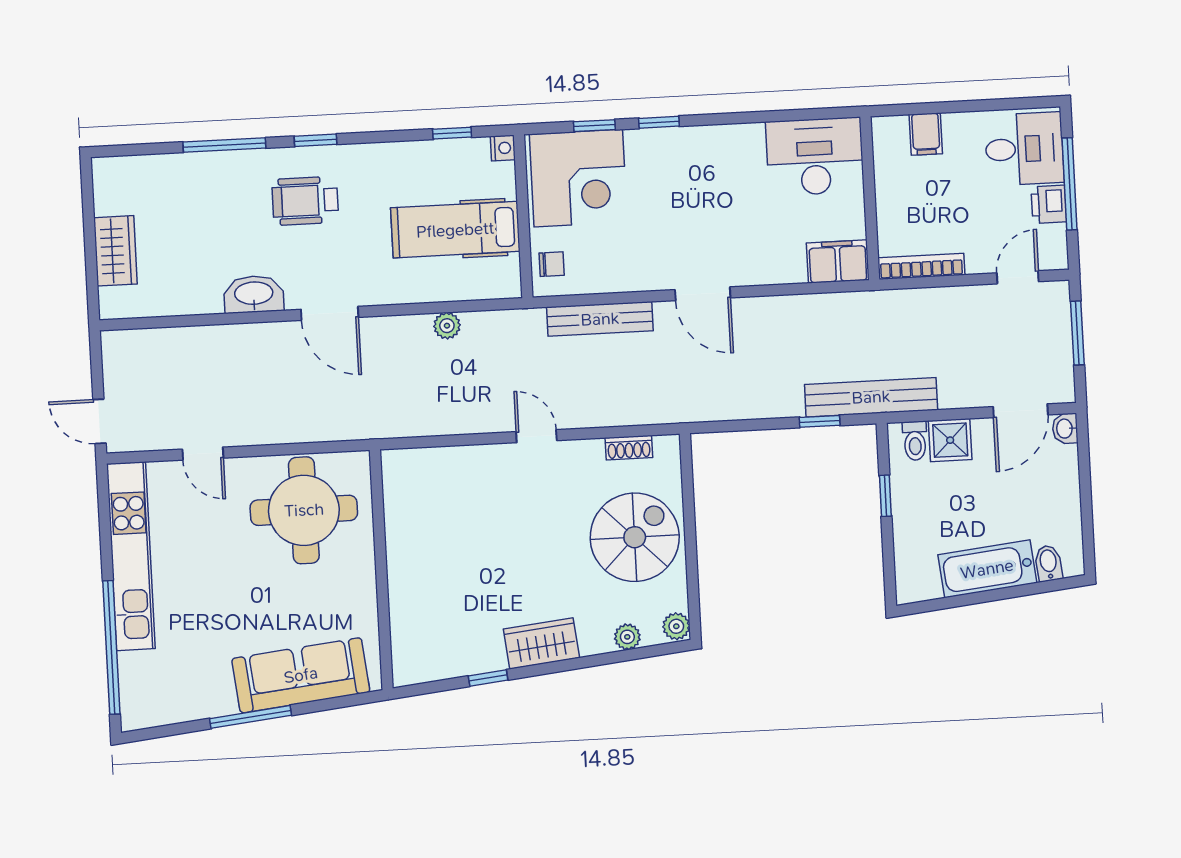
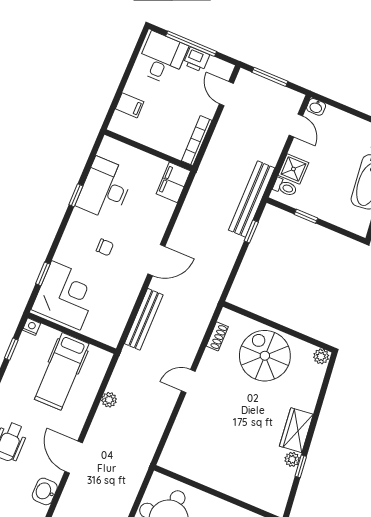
window: (659, 122) -> (76, 195), moved
desk: (815, 157) -> (105, 189), moved
chair: (552, 264) -> (105, 247), moved, turned 90
washbasin: (254, 294) -> (45, 491), width x0.72
door: (330, 313) -> (74, 457), swing flipped
door: (1021, 411) -> (296, 125), width x0.73
plant: (627, 637) -> (292, 459), moved

